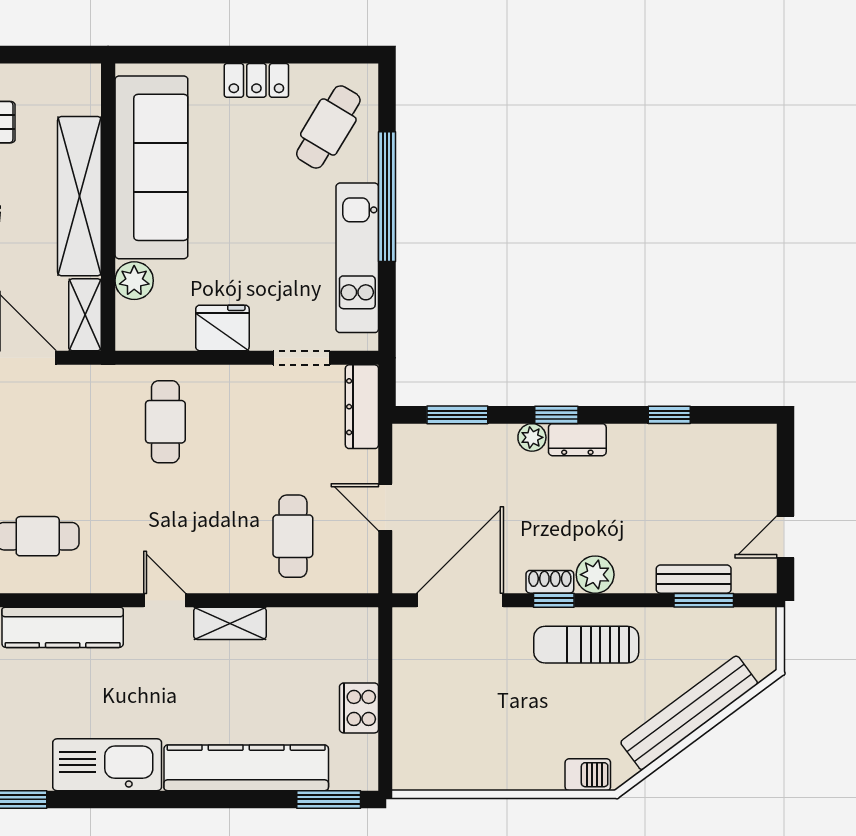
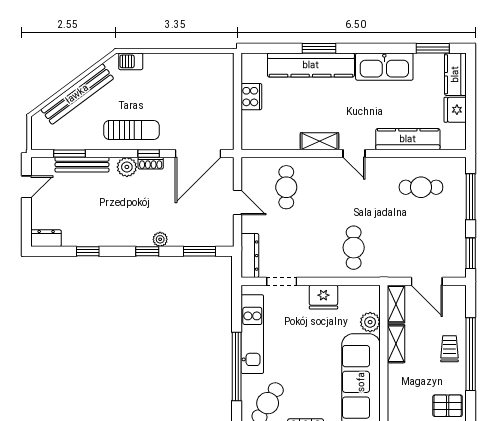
shelving: (79, 196) -> (396, 344), width x0.45, depth x0.75
dresser: (577, 440) -> (46, 238), moved
bench: (694, 579) -> (82, 165), width x1.36
window: (329, 799) -> (319, 48), moved

